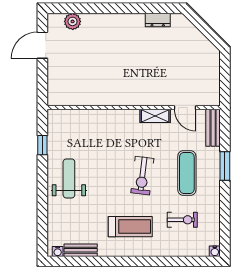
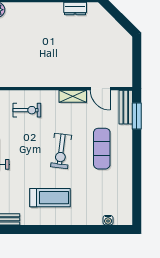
window: (225, 166) -> (137, 116), moved
exercise bike: (182, 220) -> (27, 110), moved
water cooler: (215, 251) -> (108, 220), moved

